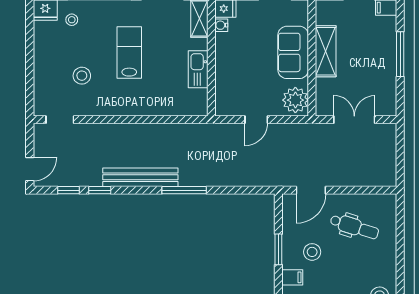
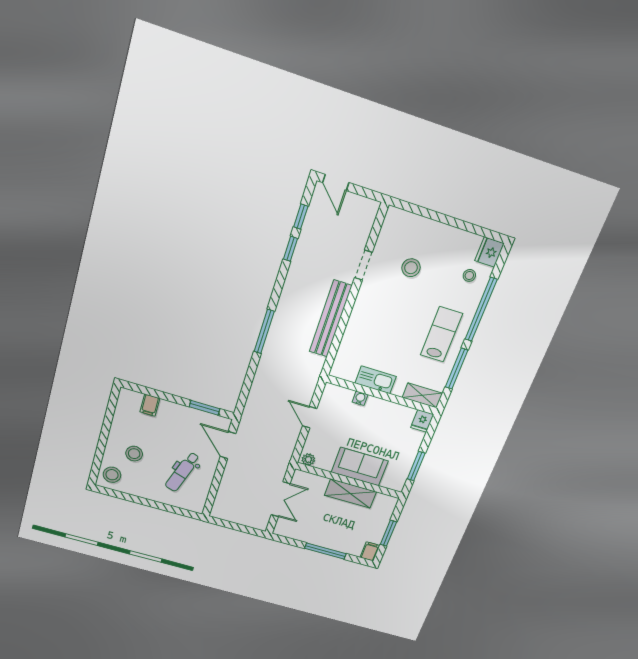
water cooler: (221, 25) -> (360, 398), moved
lab bench: (129, 52) -> (441, 334), moved, turned -90
plant: (295, 100) -> (308, 459), width x0.53, depth x0.53
doorway: (60, 120) -> (363, 265), moved
bench: (140, 177) -> (331, 319), moved
window: (278, 249) -> (205, 408), moved
stool: (312, 252) -> (134, 454), moved

